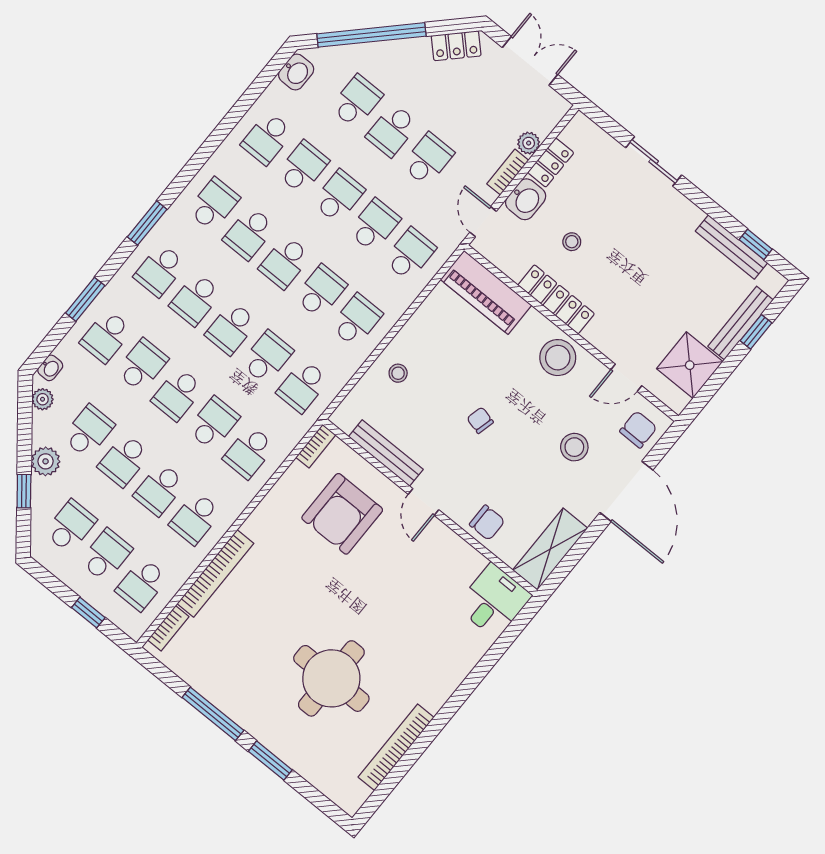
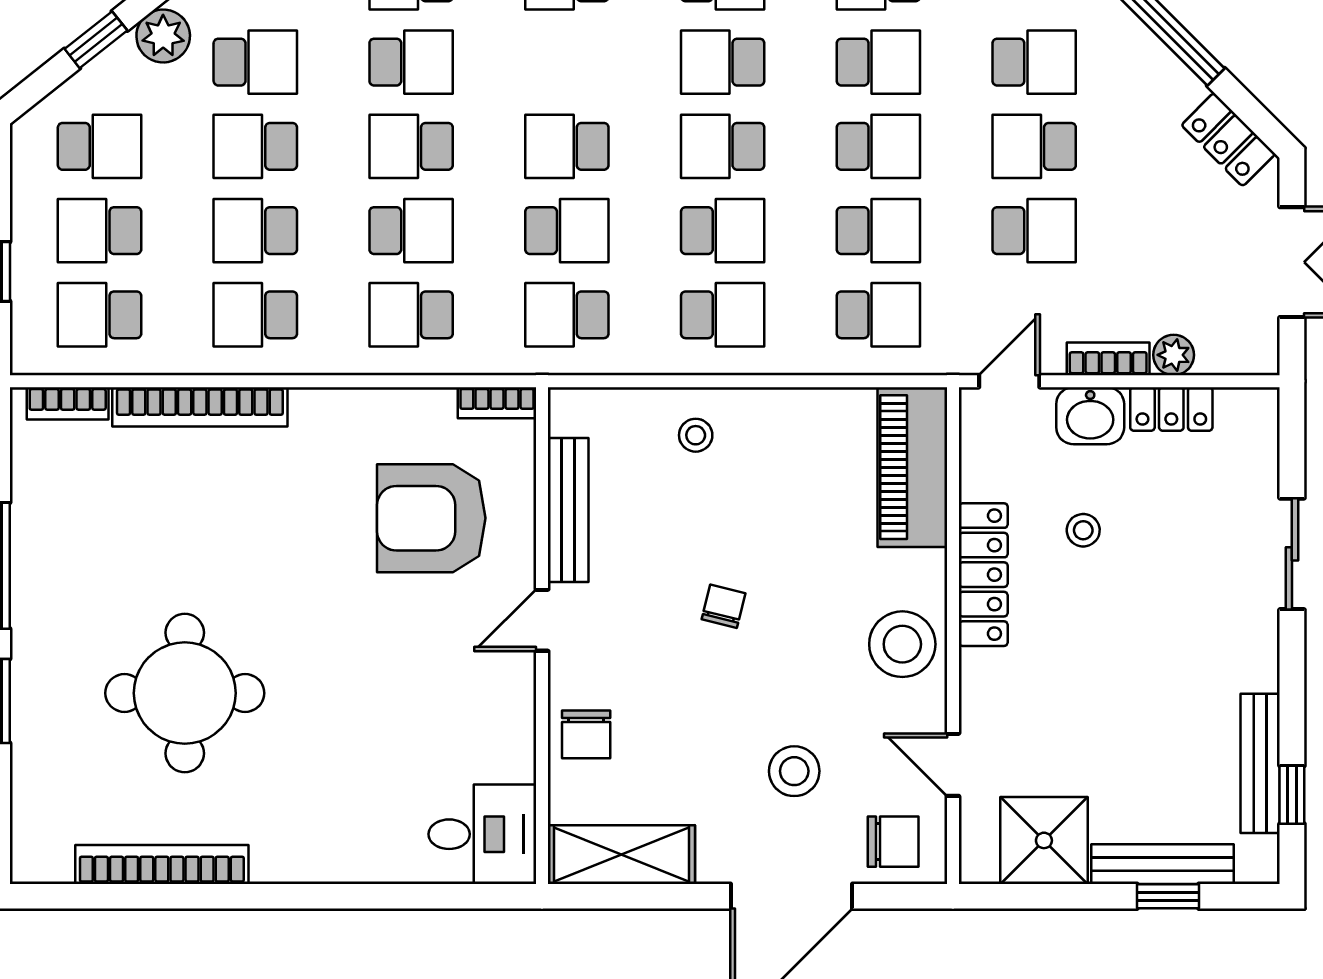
school desk: (196, 299) -> (567, 62), removed
school desk: (106, 555) -> (100, 231), turned 180

